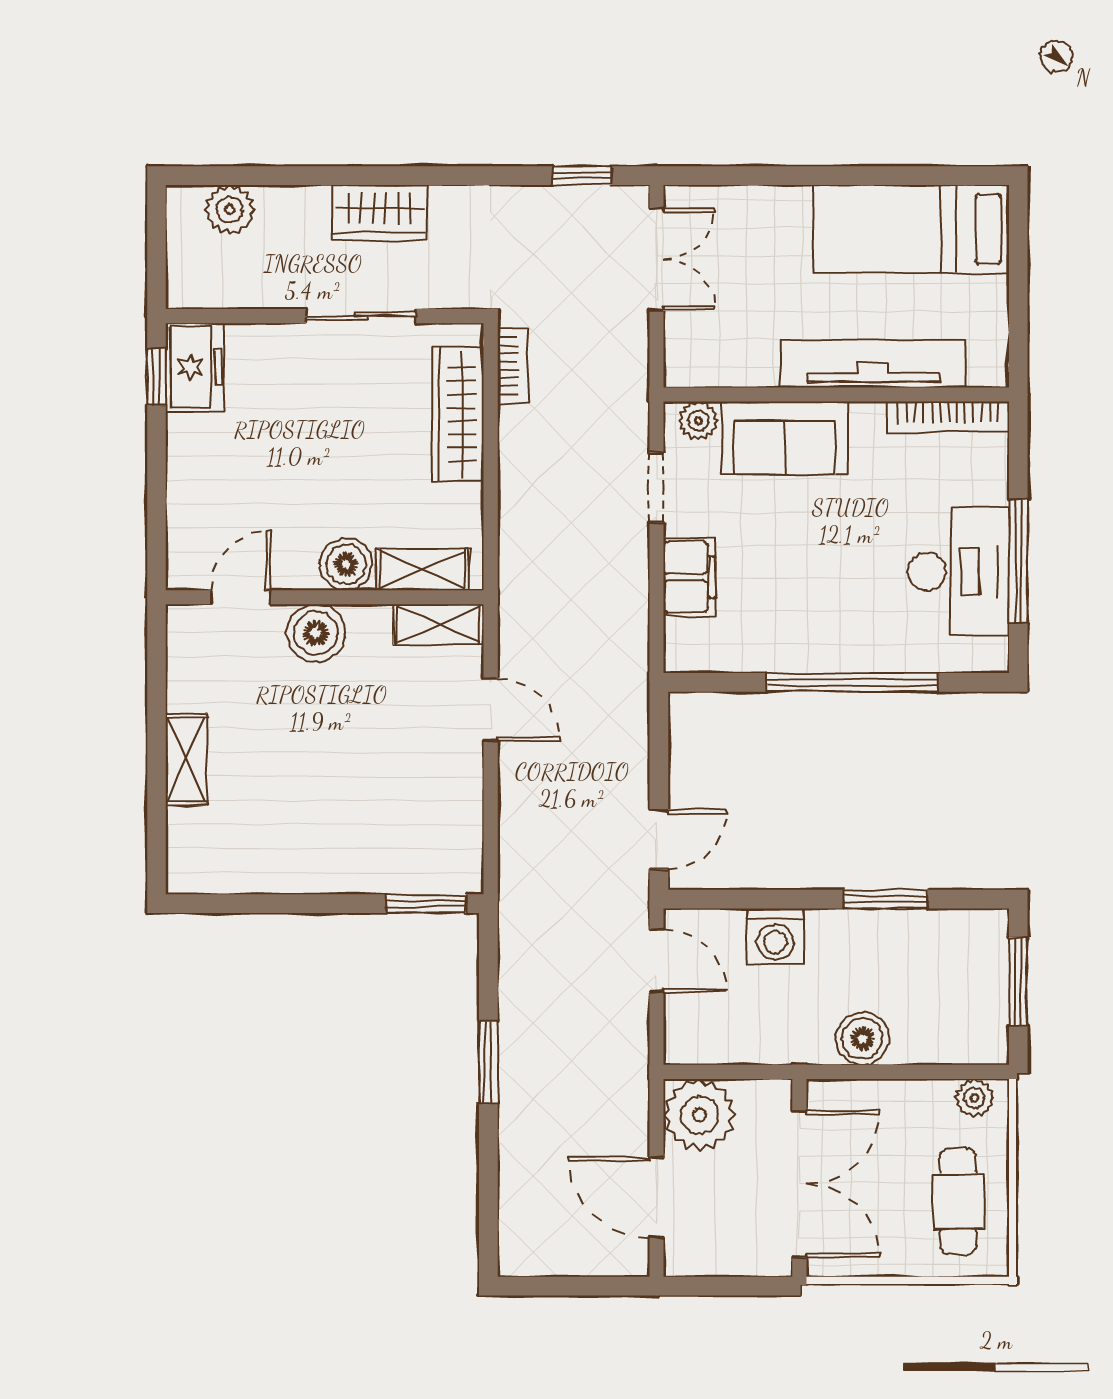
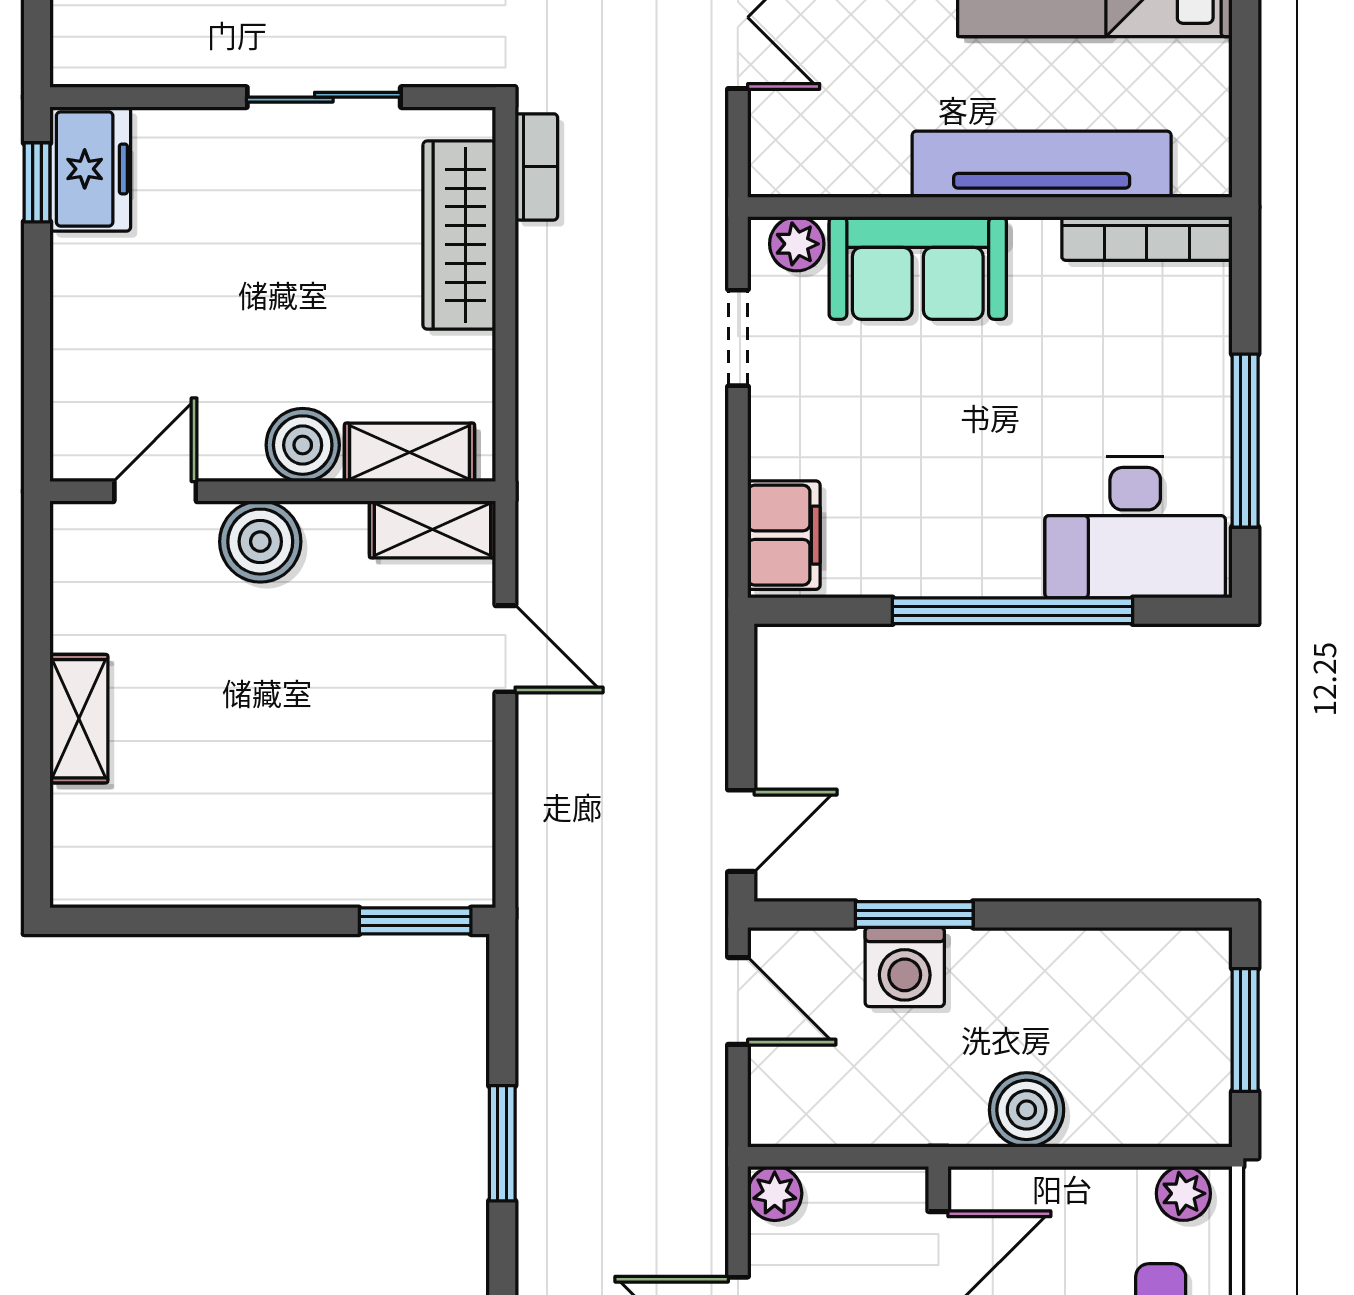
desk: (958, 571) -> (1135, 527), moved, turned 90
filing cabinet: (689, 577) -> (784, 535), moved
window: (886, 899) -> (914, 914), moved
plant: (700, 1115) -> (775, 1193), width x0.53, depth x0.53

